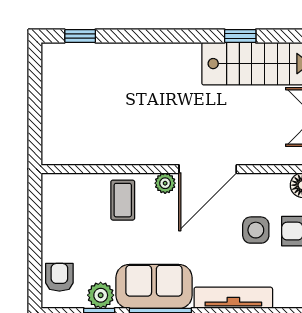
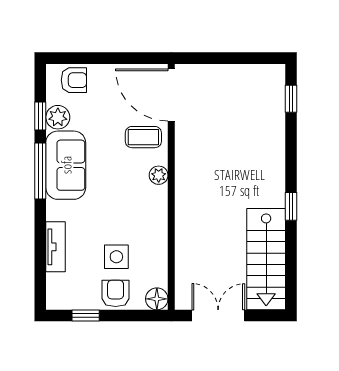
window: (240, 36) -> (291, 206), moved
door: (208, 169) -> (171, 95), moved
tv unit: (233, 298) -> (55, 247), width x0.71

